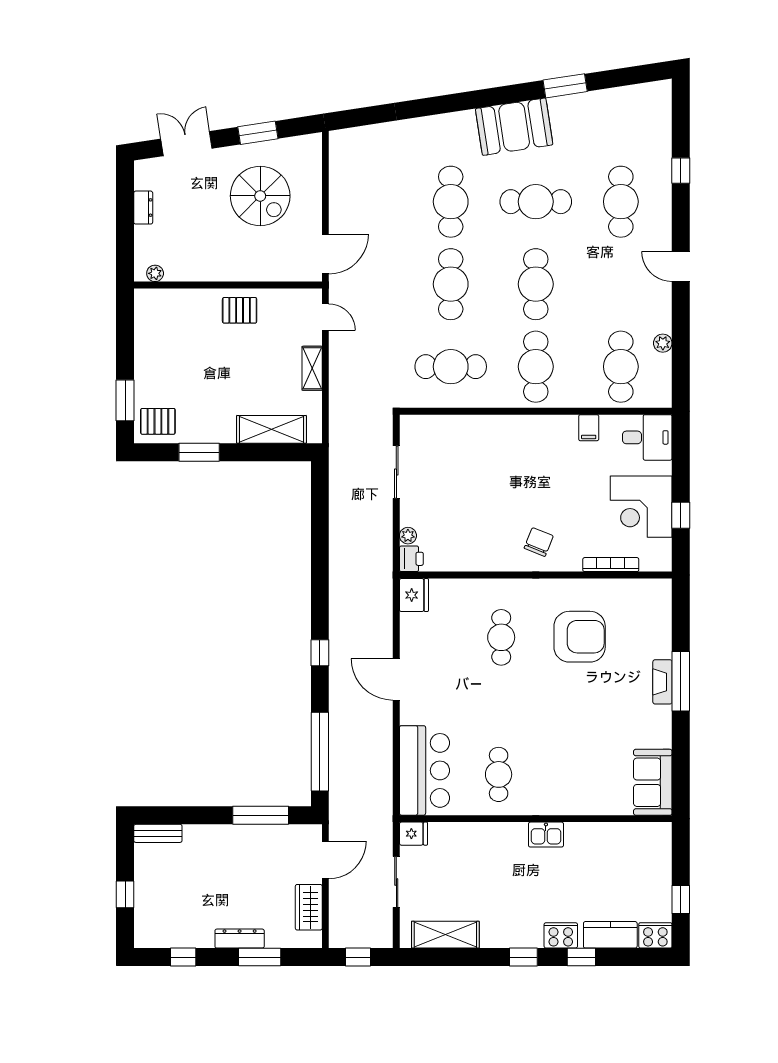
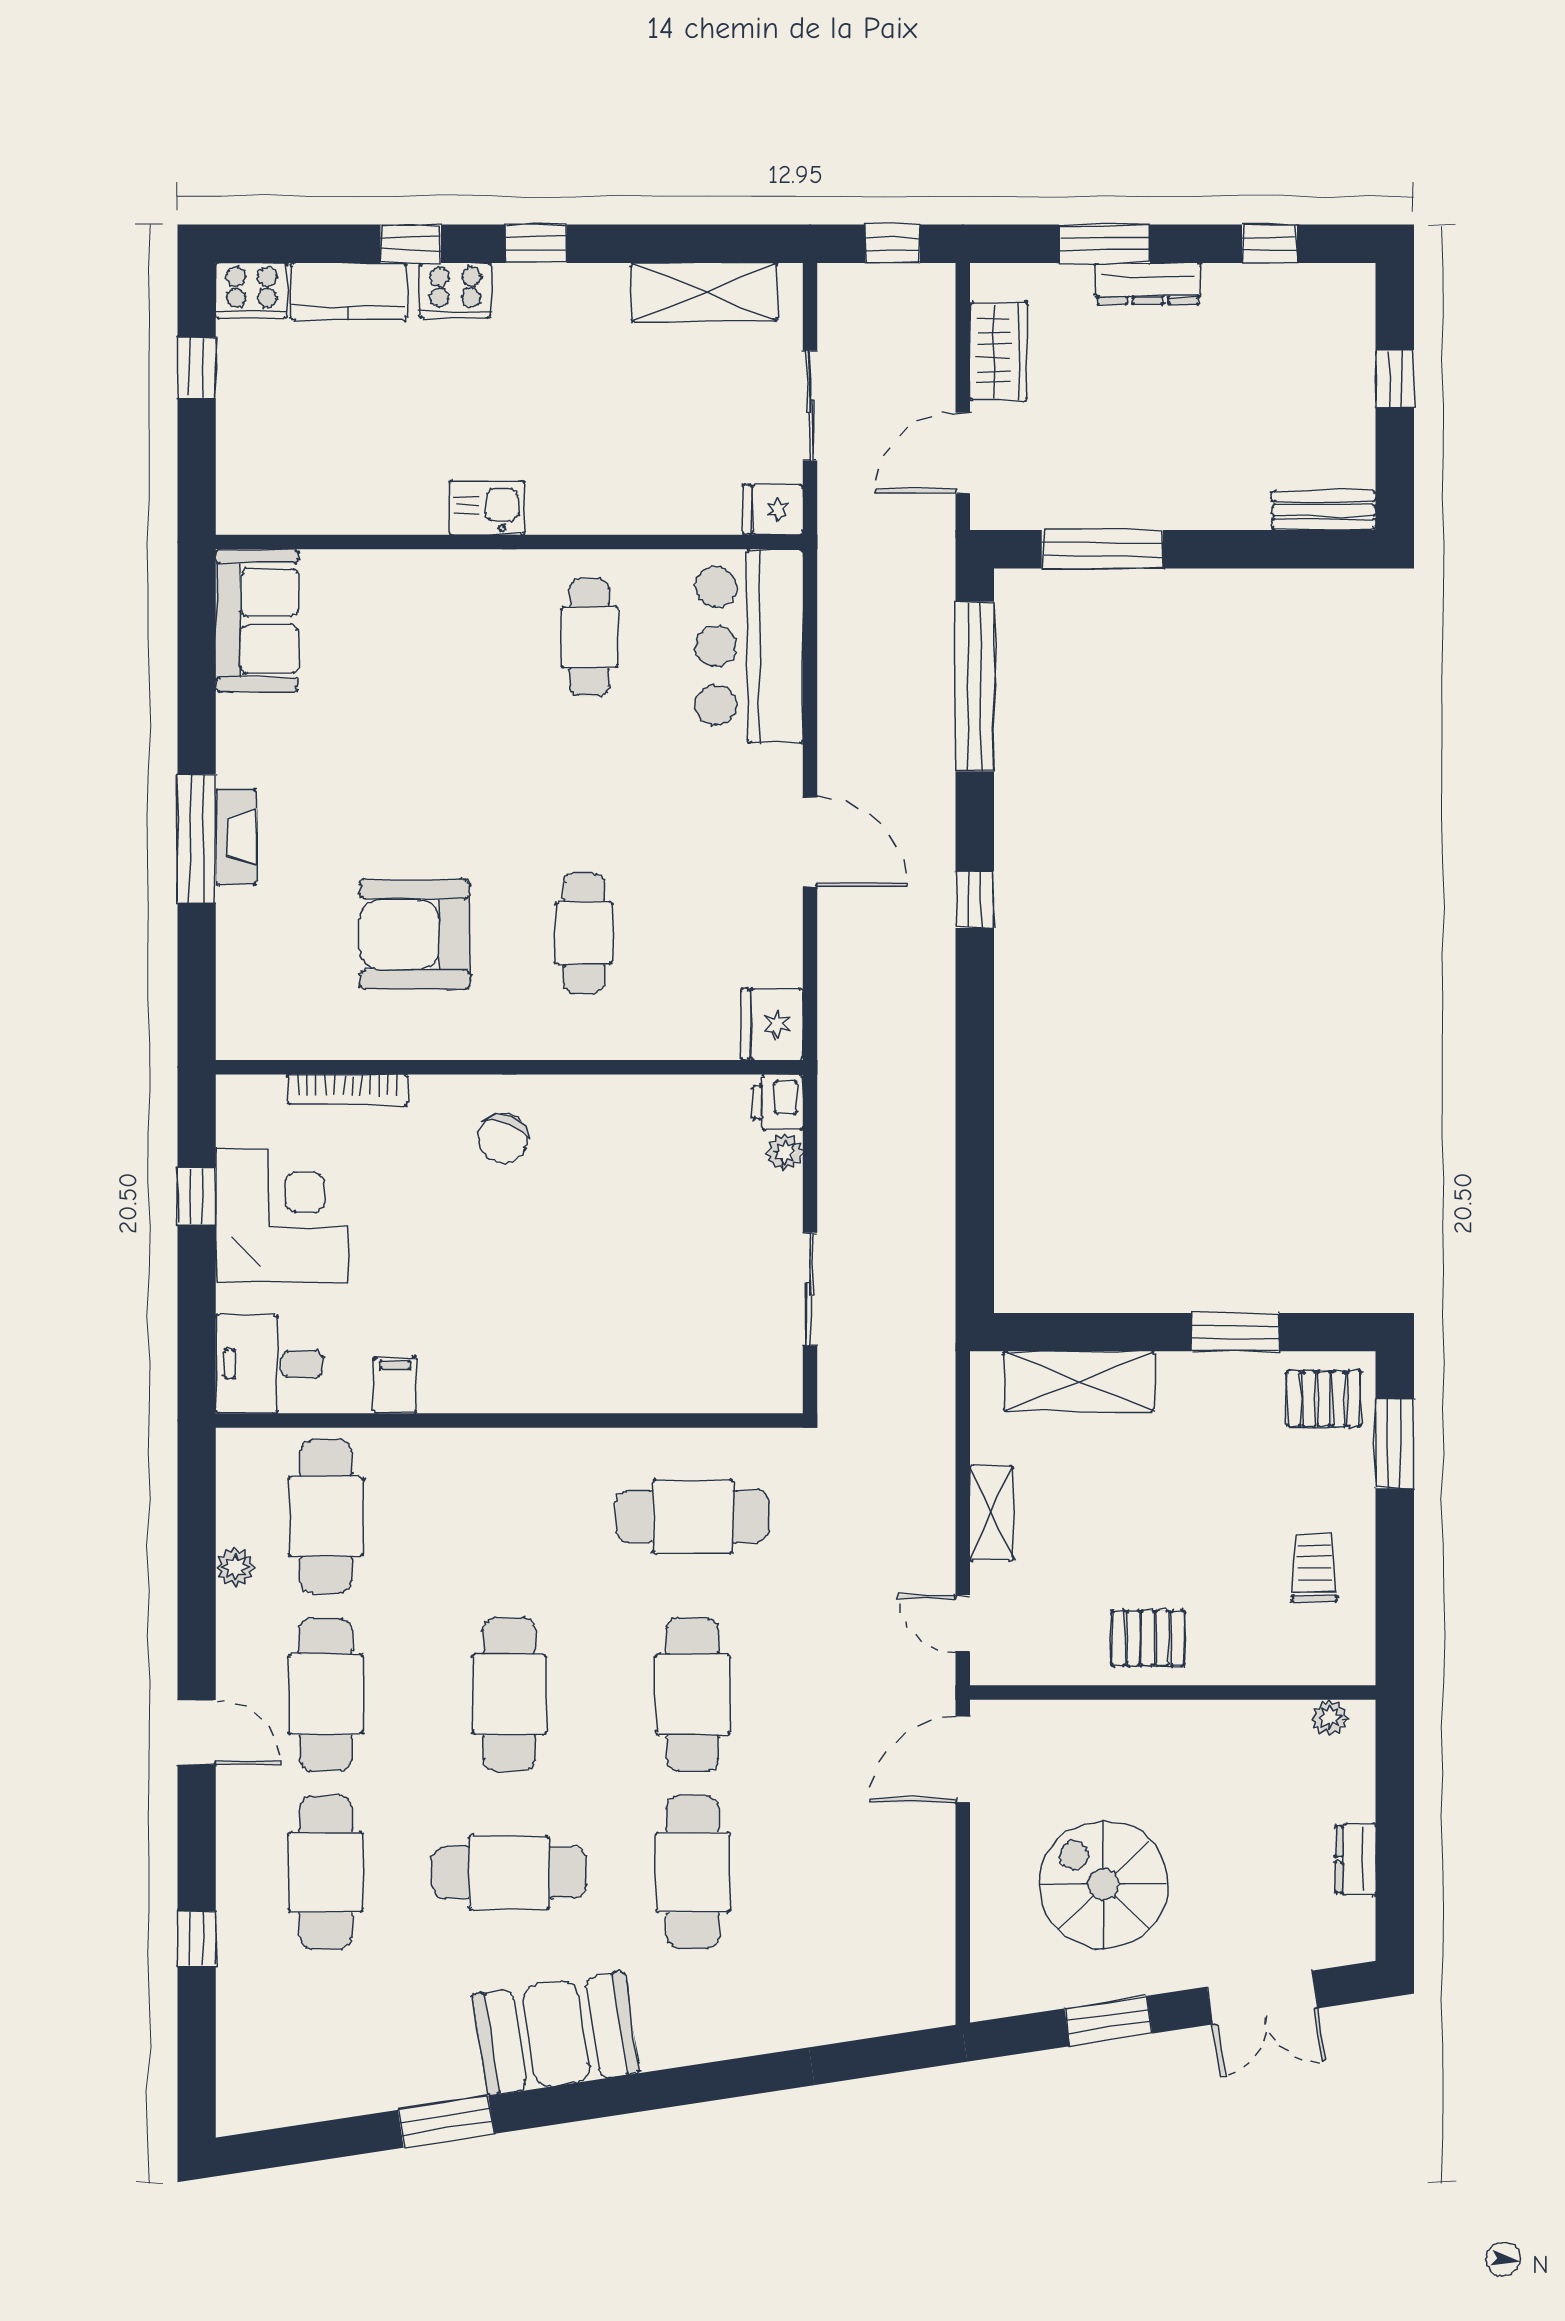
trolley: (162, 343) -> (1314, 1568), added
cafe table: (536, 367) -> (326, 1694), moved

